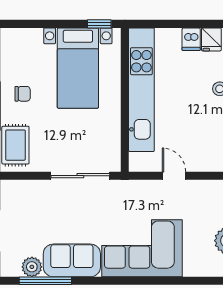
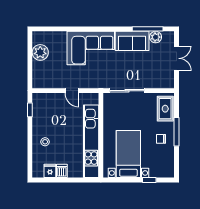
window: (99, 24) -> (149, 180), moved

